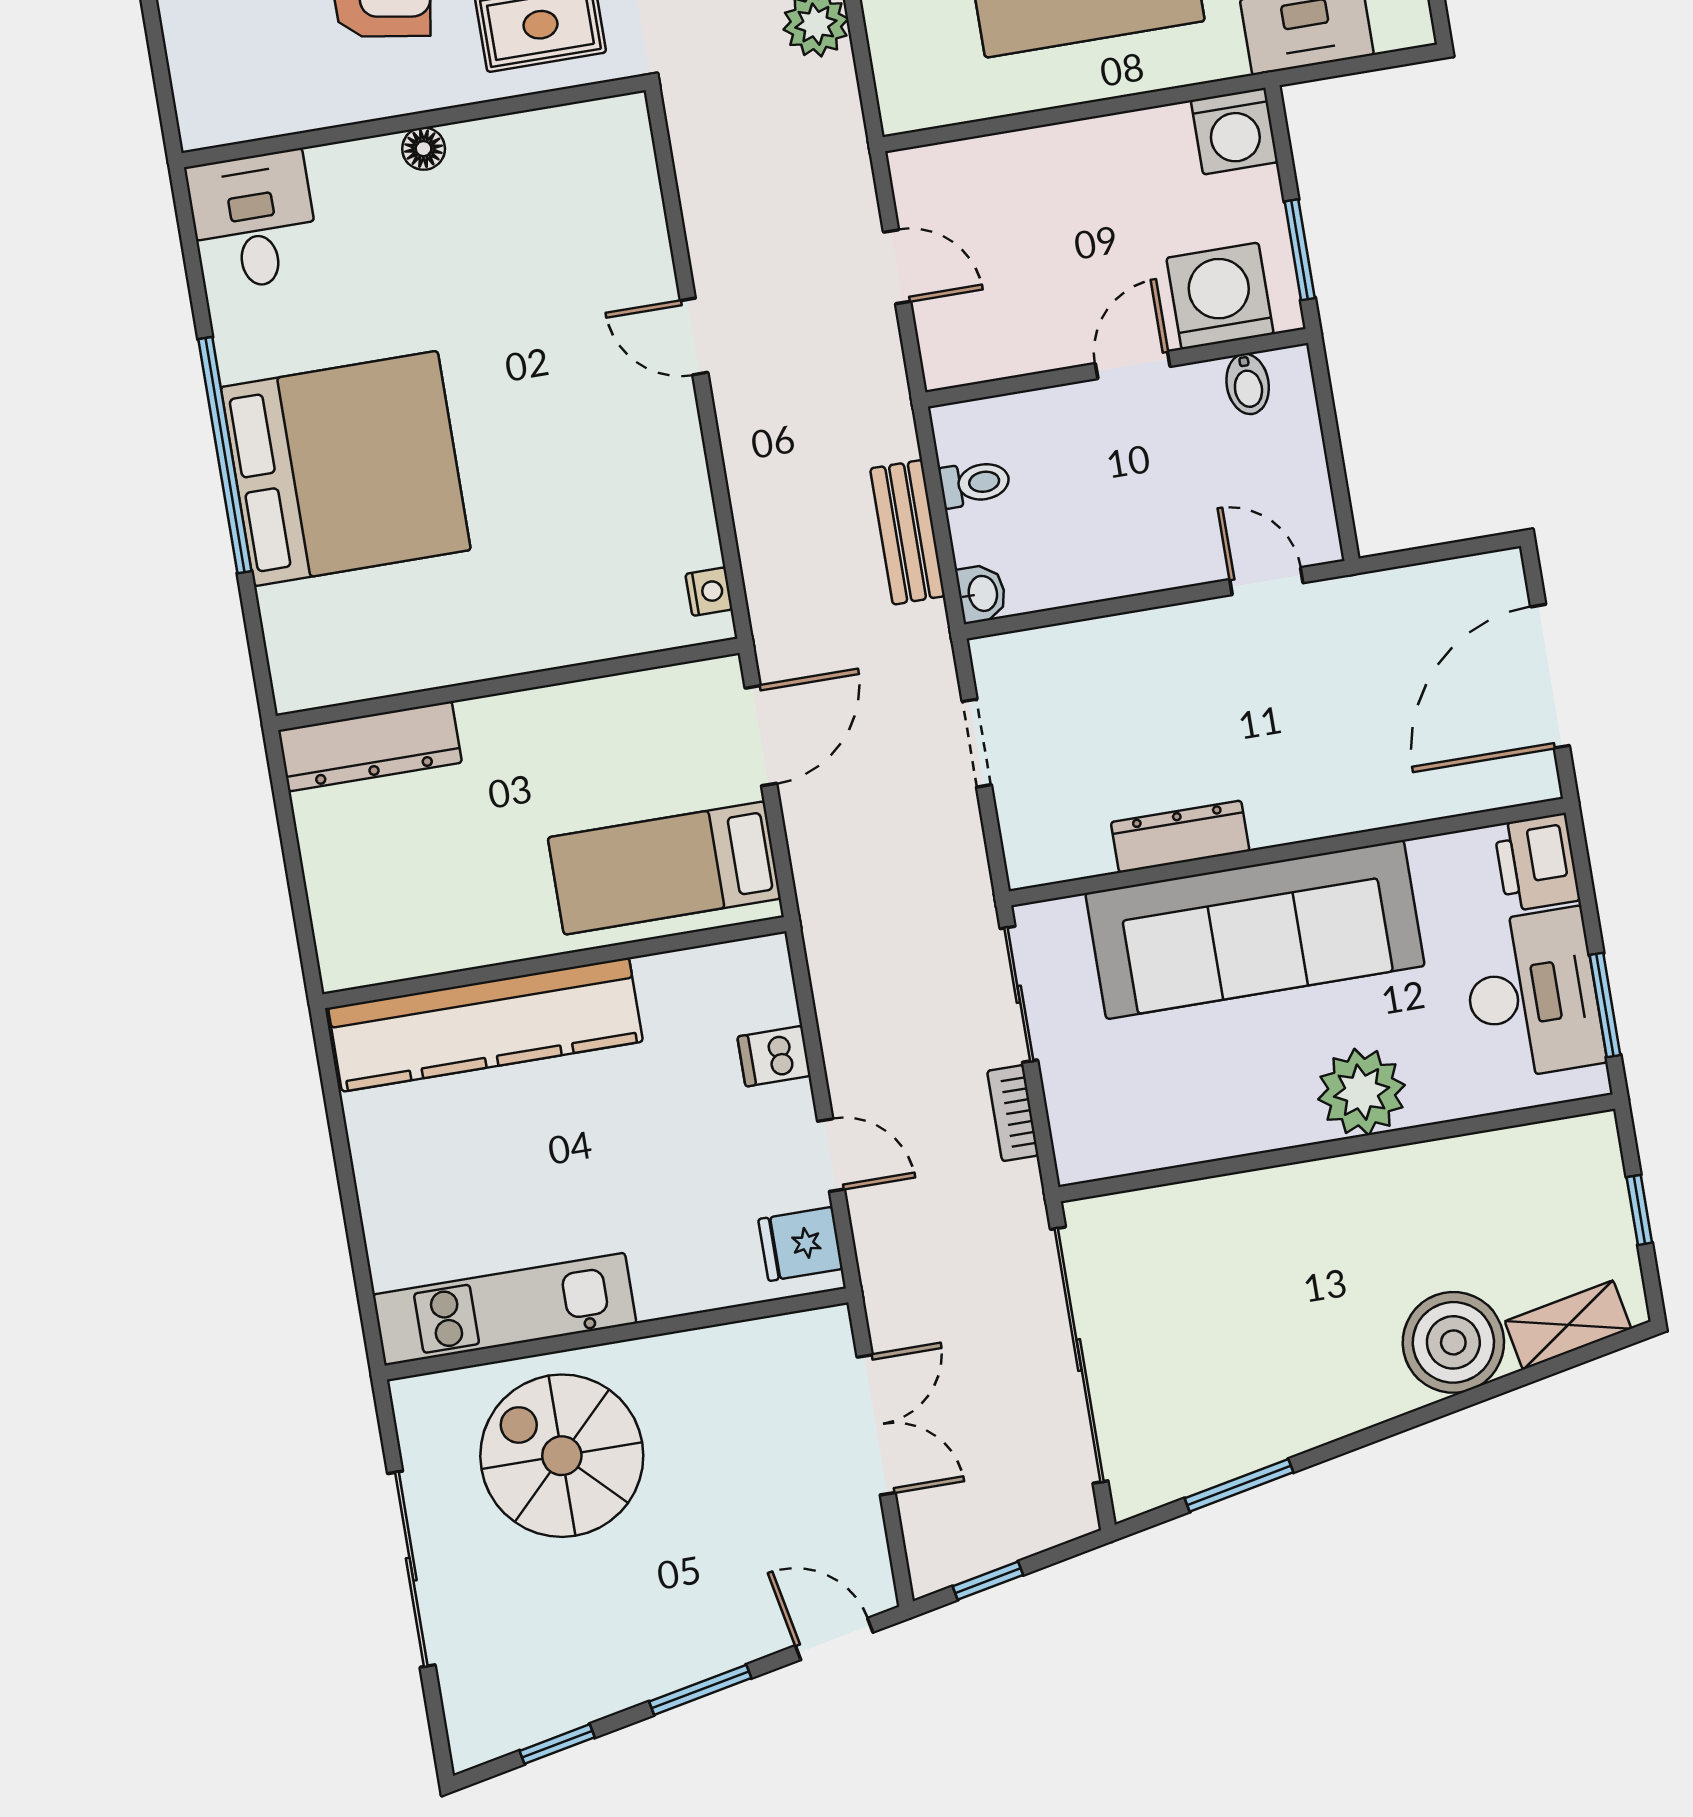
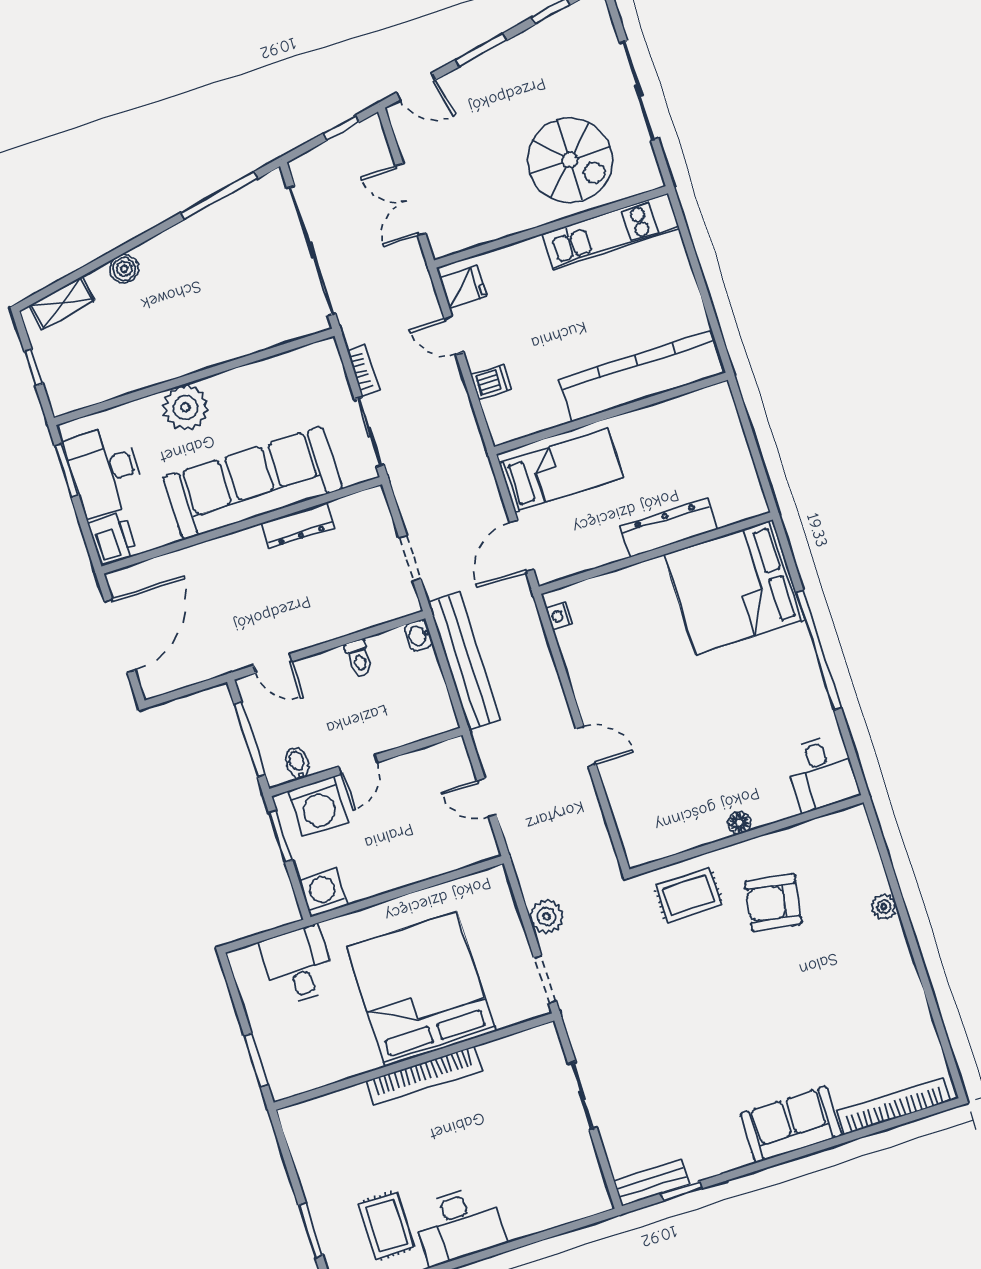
window: (1332, 443) -> (250, 740), added
bed: (346, 469) -> (734, 587), moved
toilet: (975, 483) -> (359, 658), moved, turned -90
bench: (908, 532) -> (464, 661), width x1.86, depth x1.21
dresser: (370, 746) -> (669, 528), moved
boiler: (1453, 1342) -> (124, 269), width x0.54, depth x0.54
window: (1239, 1485) -> (219, 196), width x1.44

